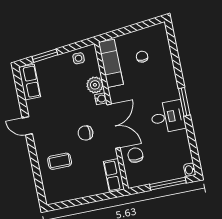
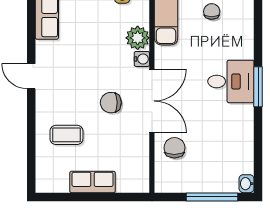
desk: (168, 117) -> (231, 81), moved
row of seats: (114, 175) -> (93, 182), moved, turned 90

